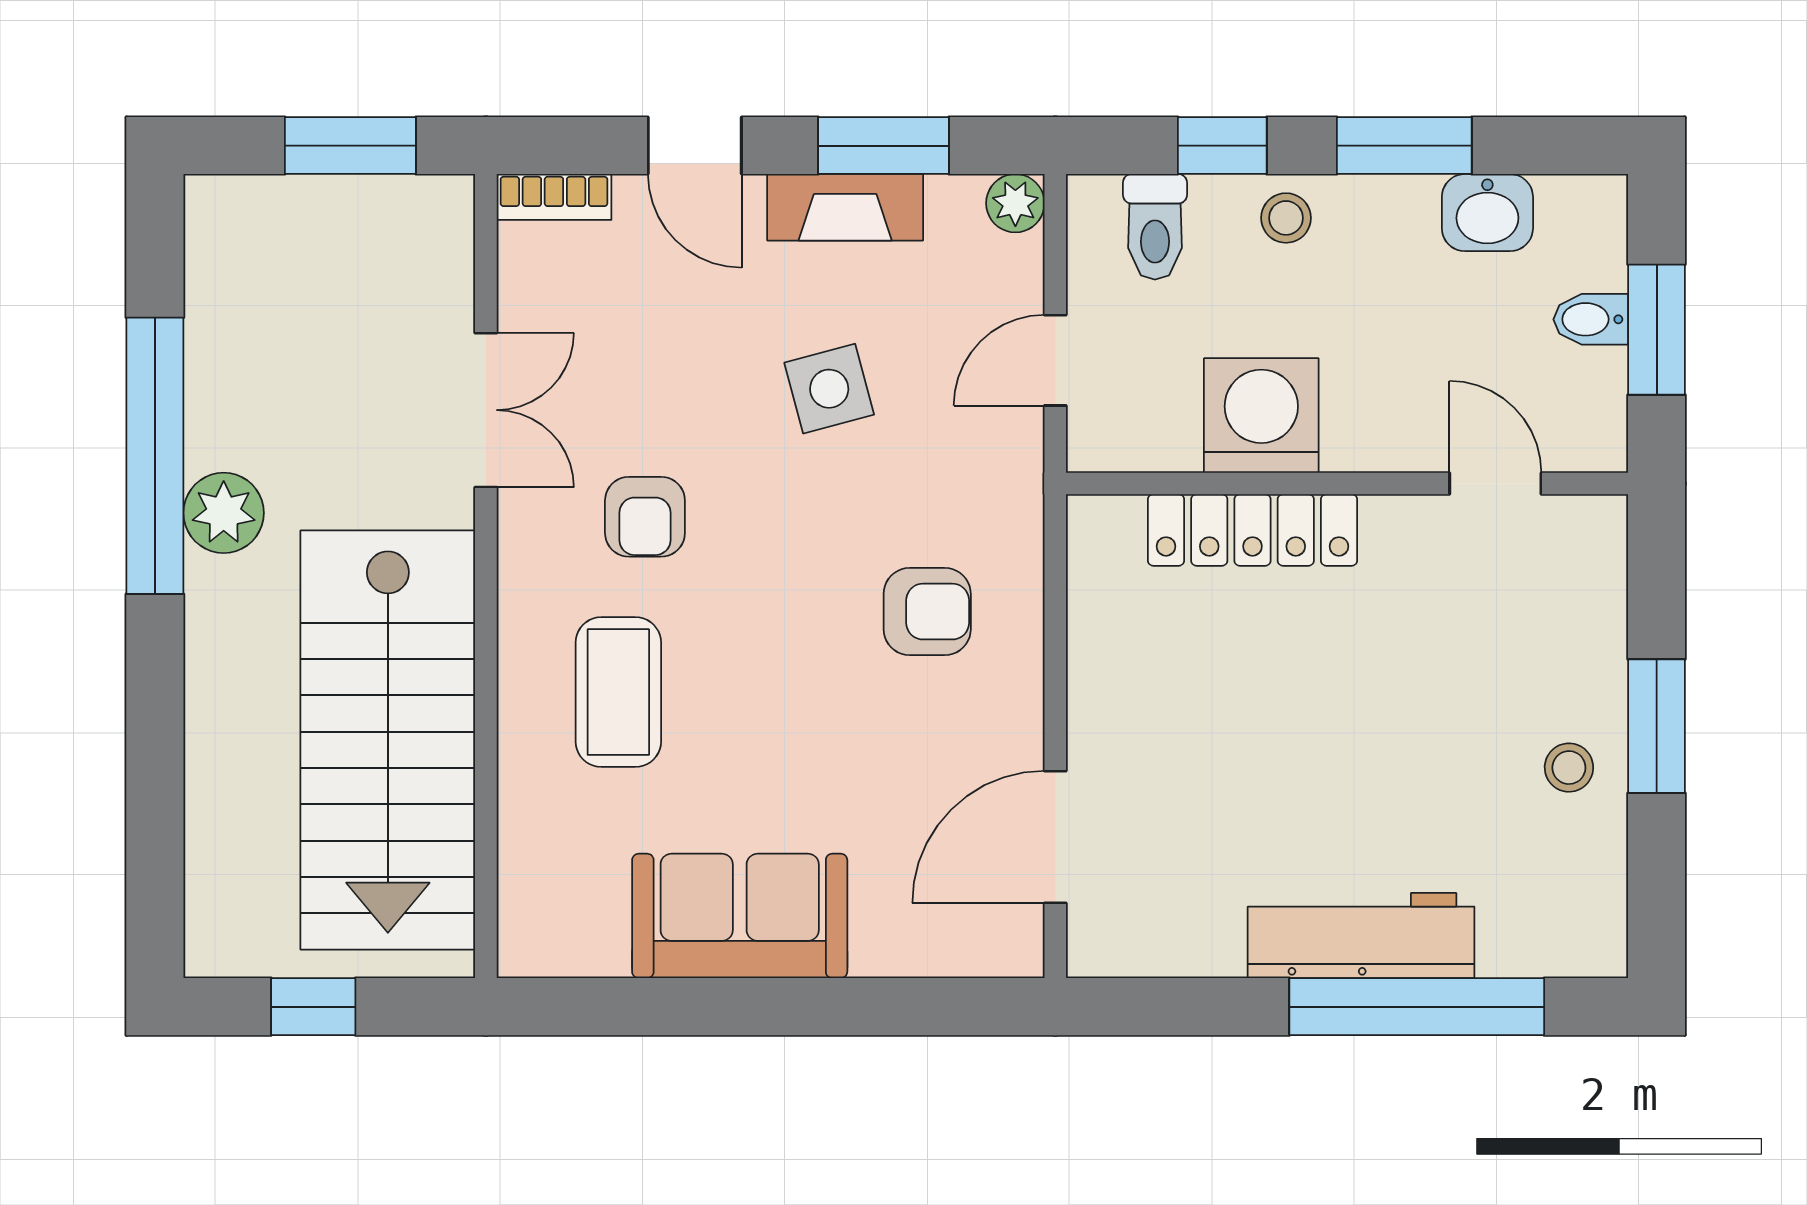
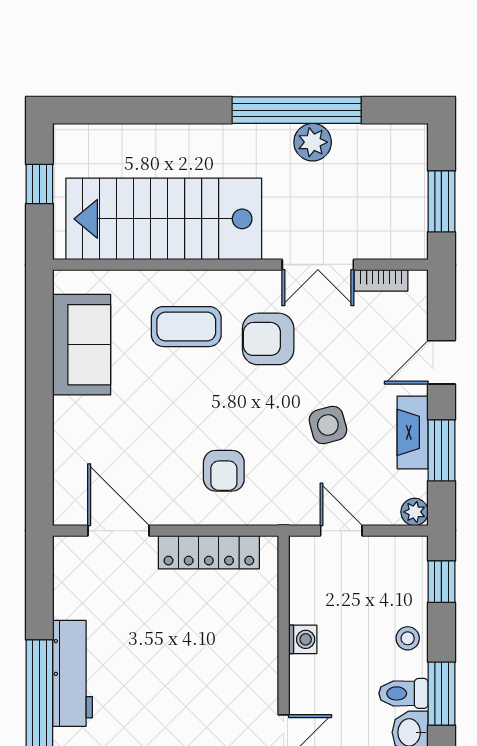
window: (1222, 146) -> (441, 582), moved
bookcase: (554, 197) -> (381, 280), moved, turned -90
toilet: (1155, 227) -> (404, 693), moved
washing machine: (1261, 416) -> (303, 639), width x0.53, depth x0.53
plant: (224, 513) -> (313, 142), moved
armchair: (645, 517) -> (268, 339), width x1.38, depth x1.38
locker: (1252, 530) -> (209, 552), moved, turned -90
sofa: (740, 916) -> (82, 345), moved

